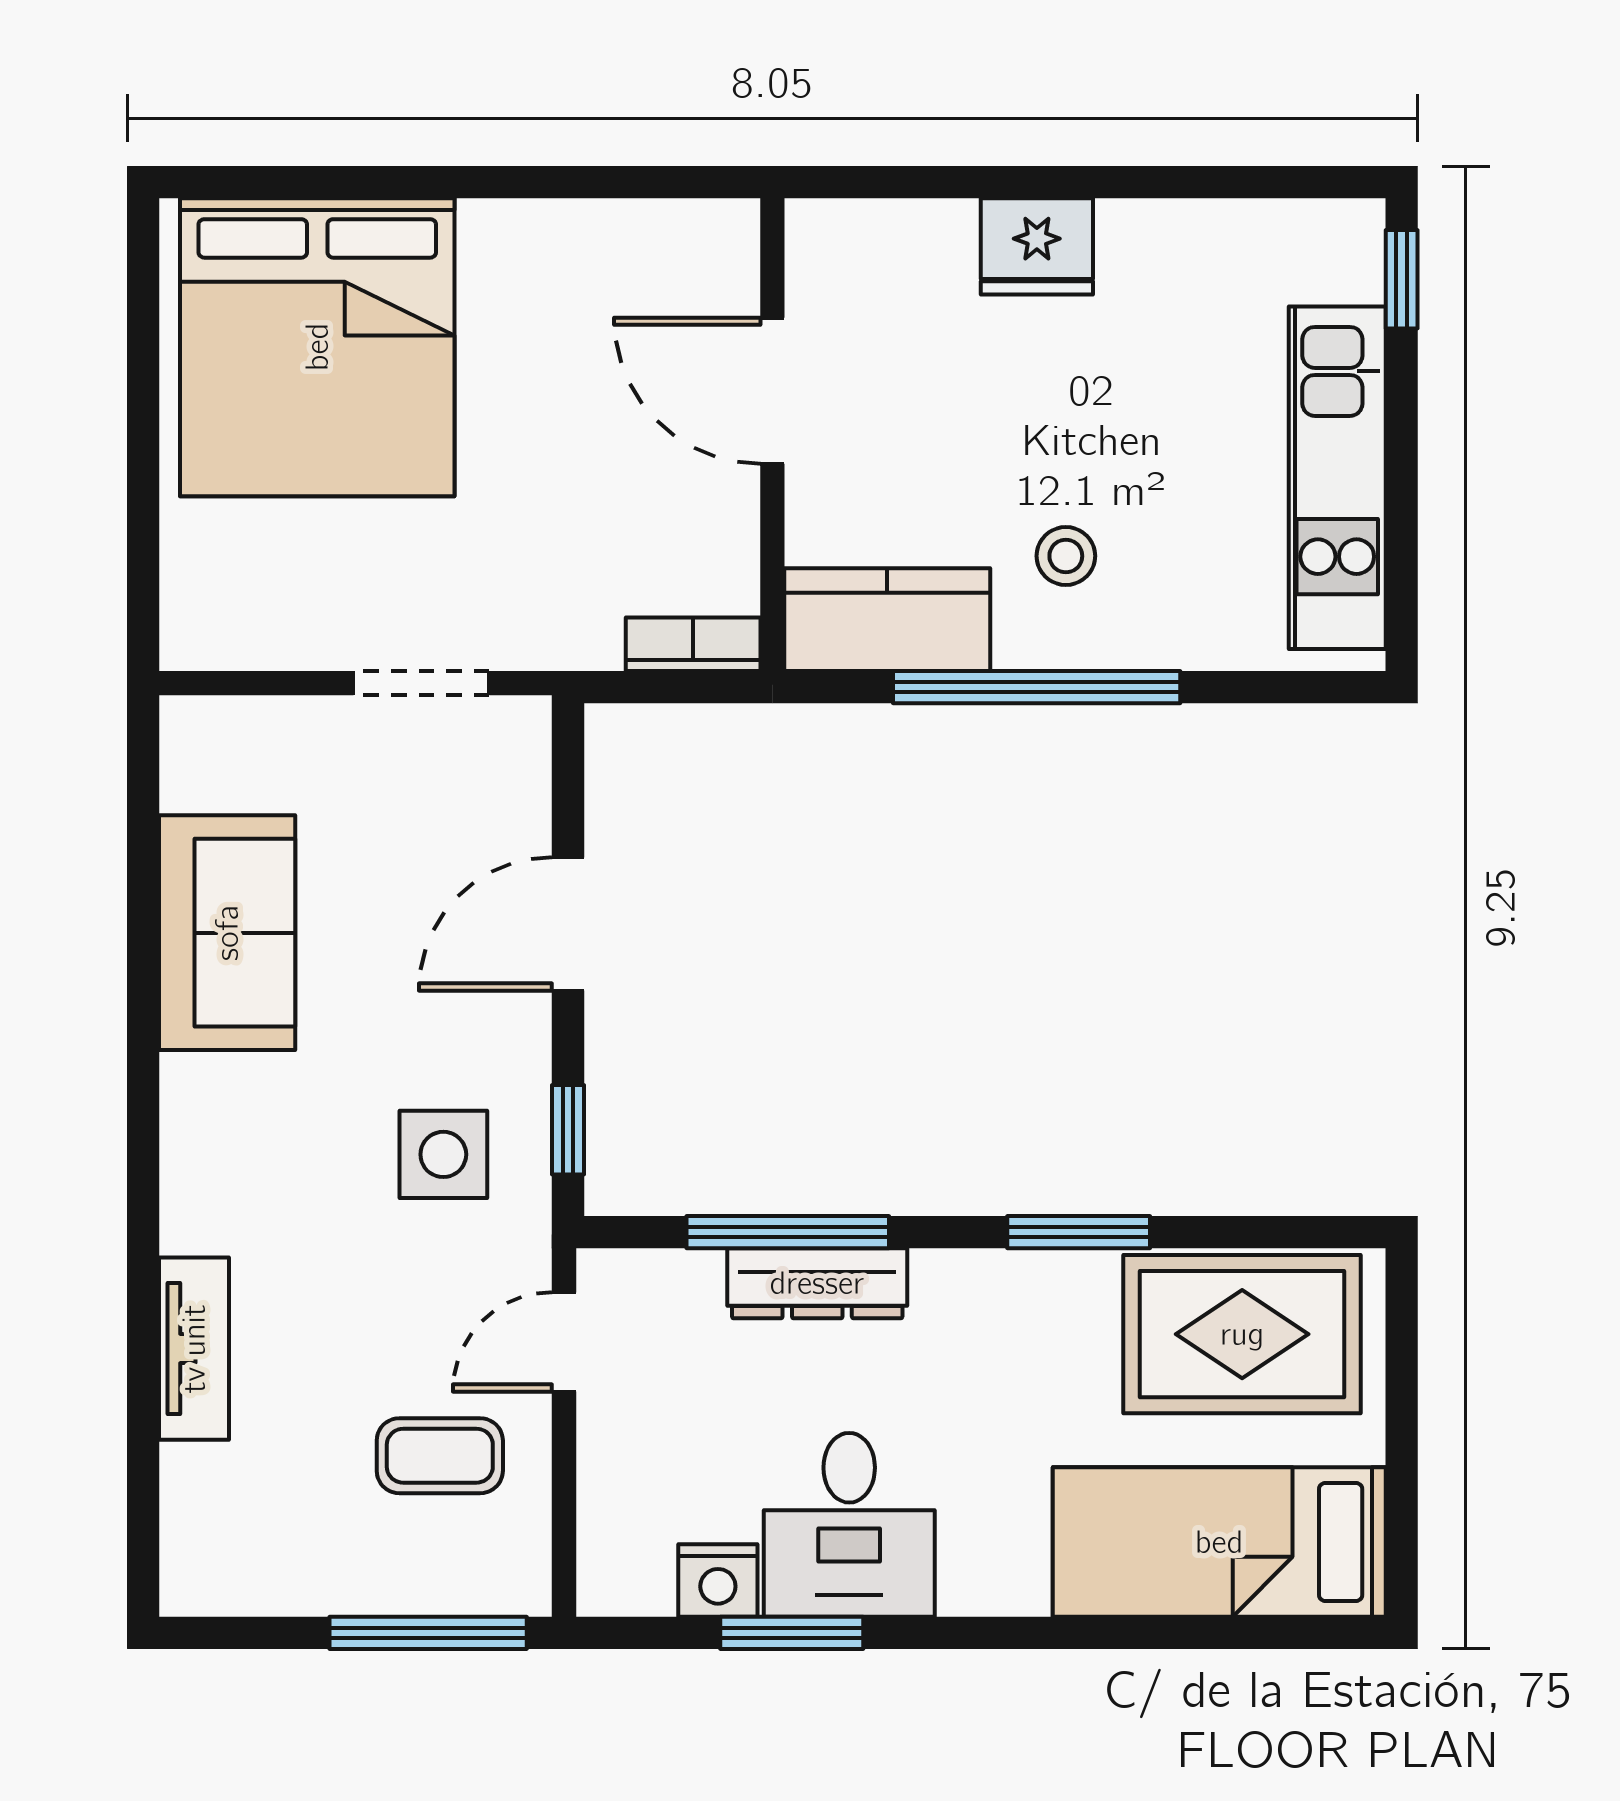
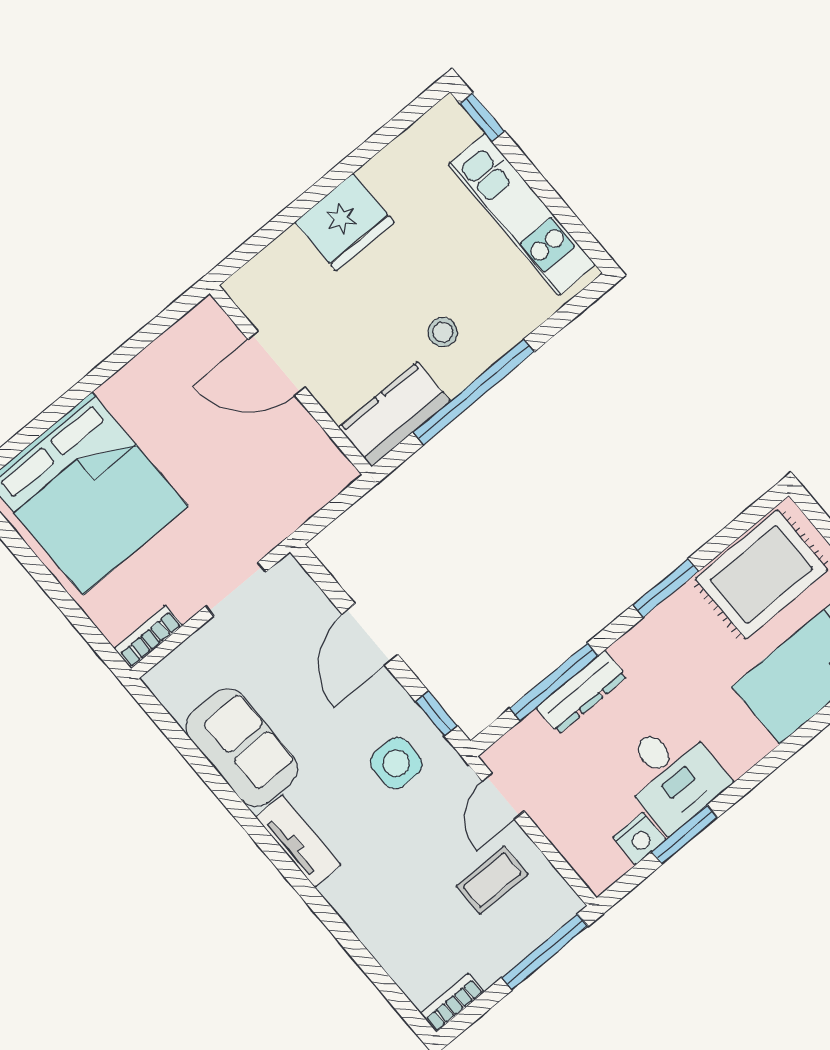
fridge: (1037, 246) -> (345, 222), width x1.36, depth x1.34
bookcase: (693, 644) -> (148, 637), moved
tv unit: (194, 1349) -> (298, 841), moved
bookcase: (222, 1592) -> (452, 1003), added

